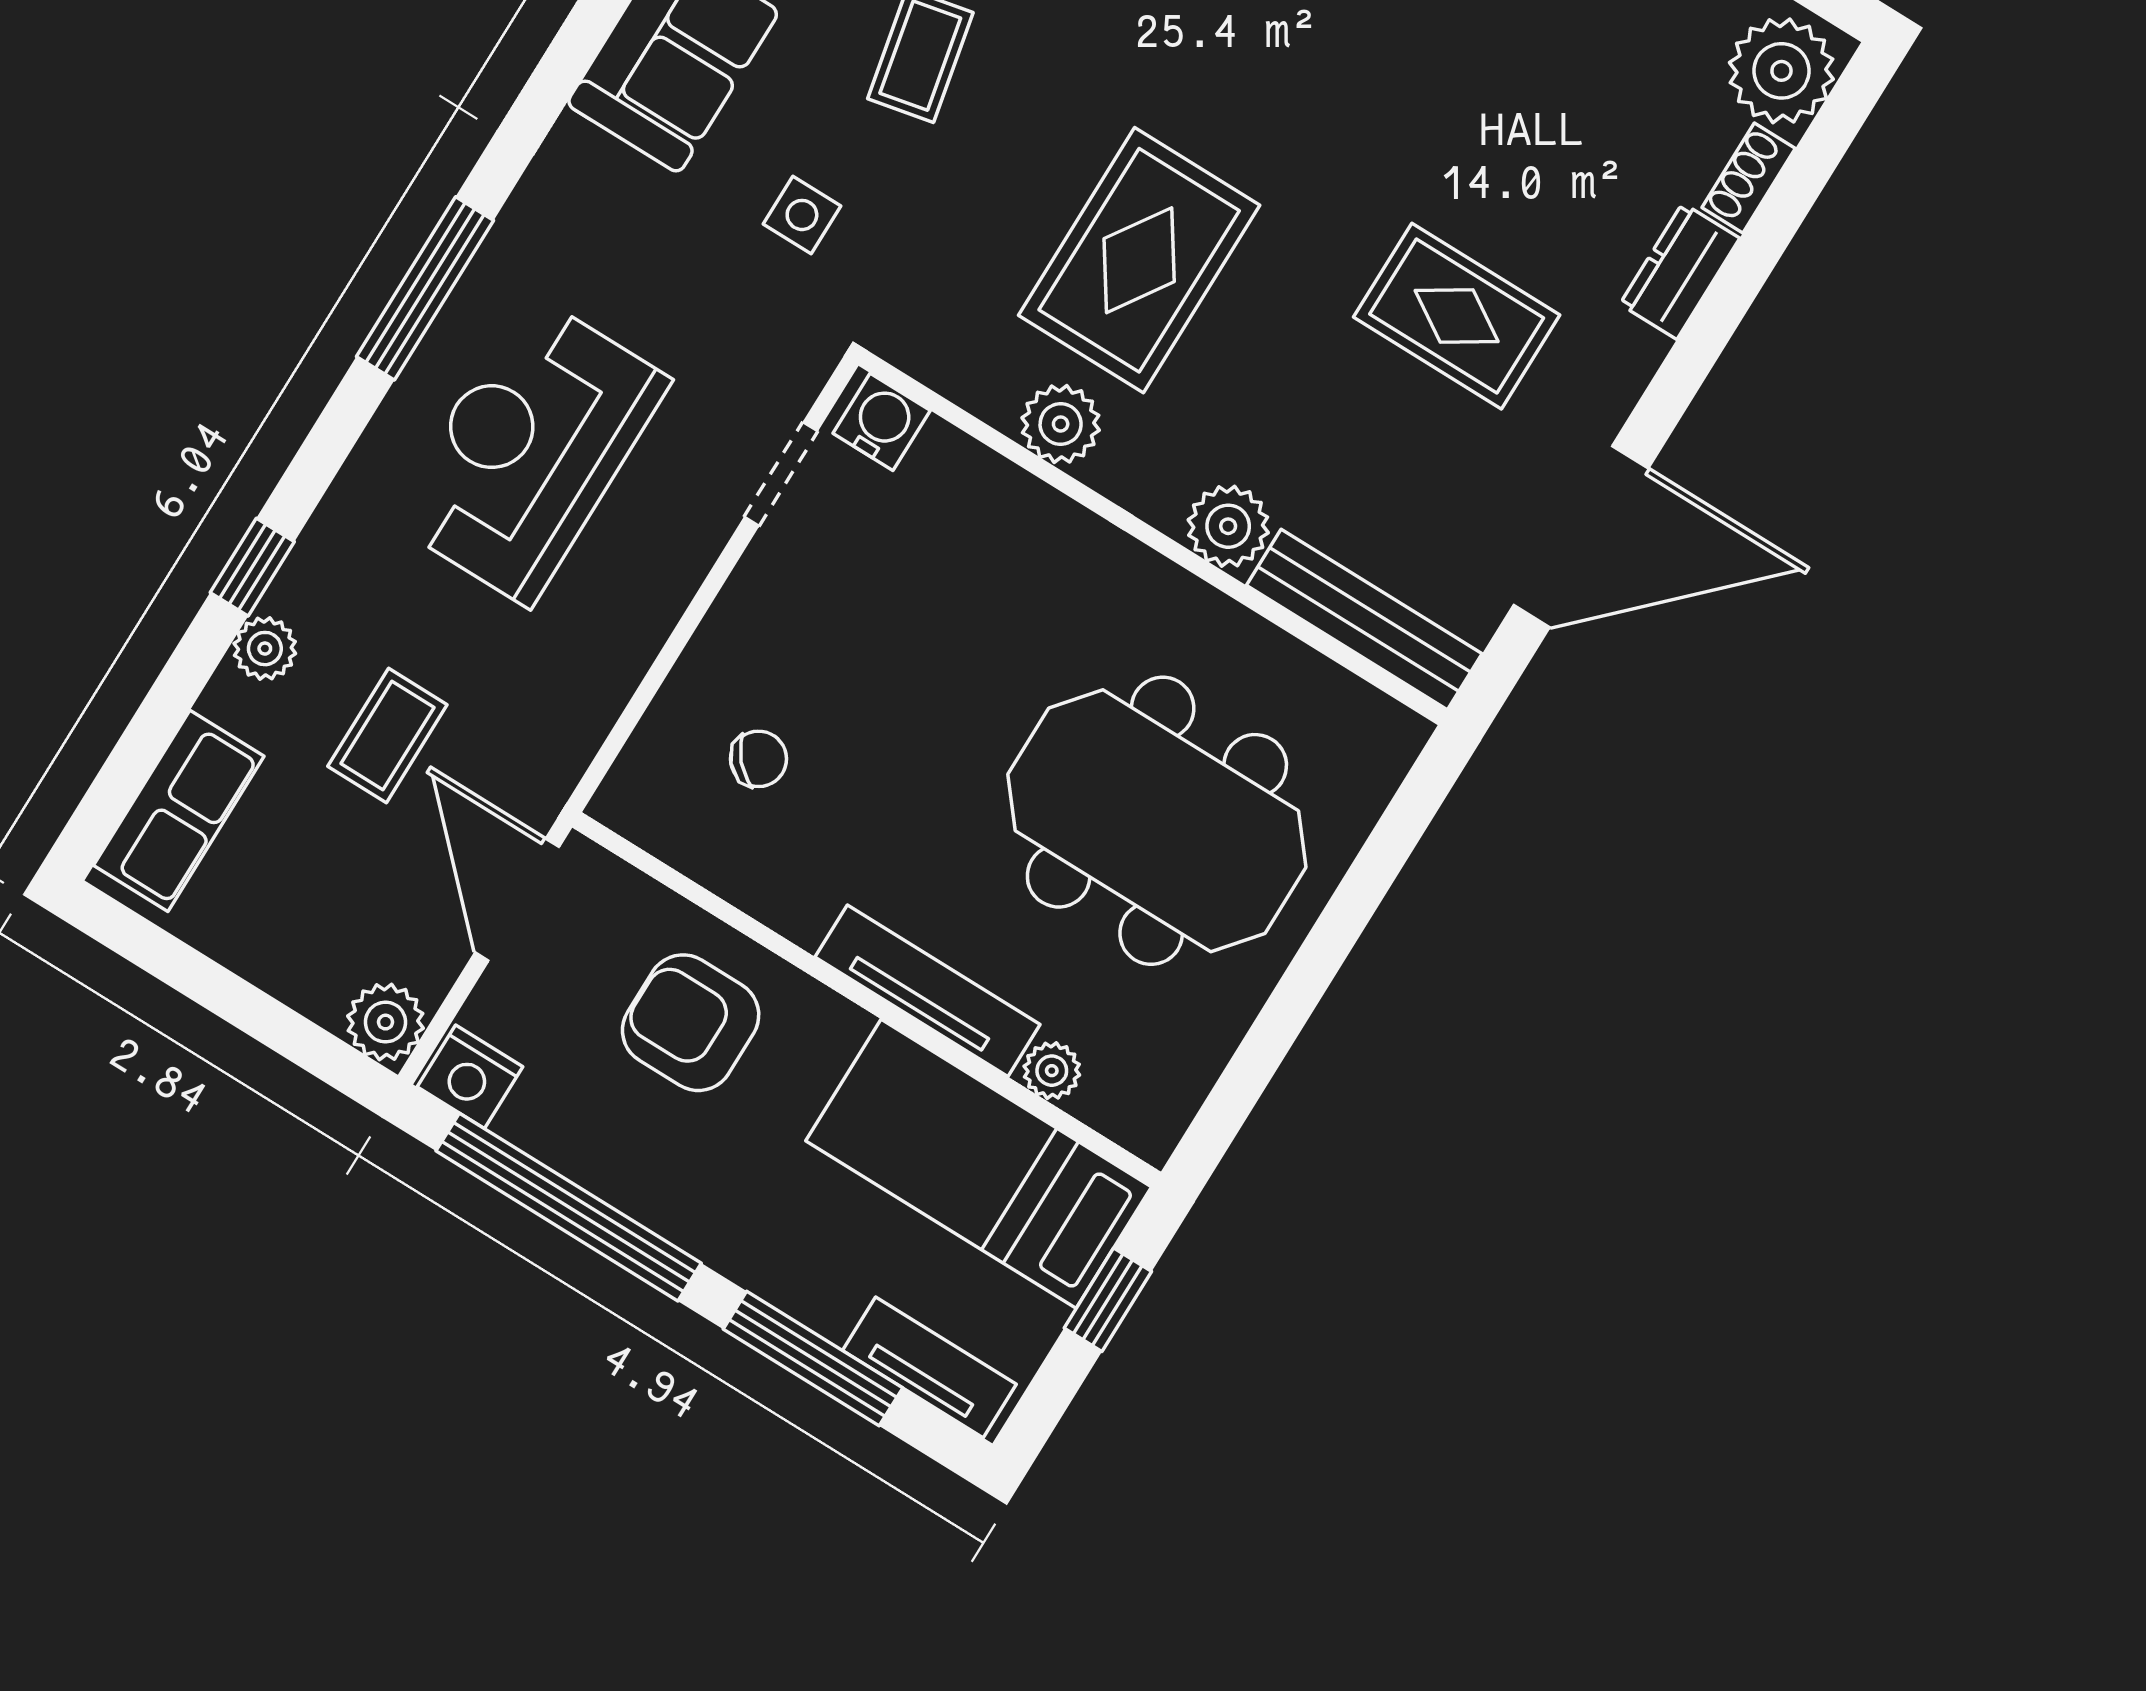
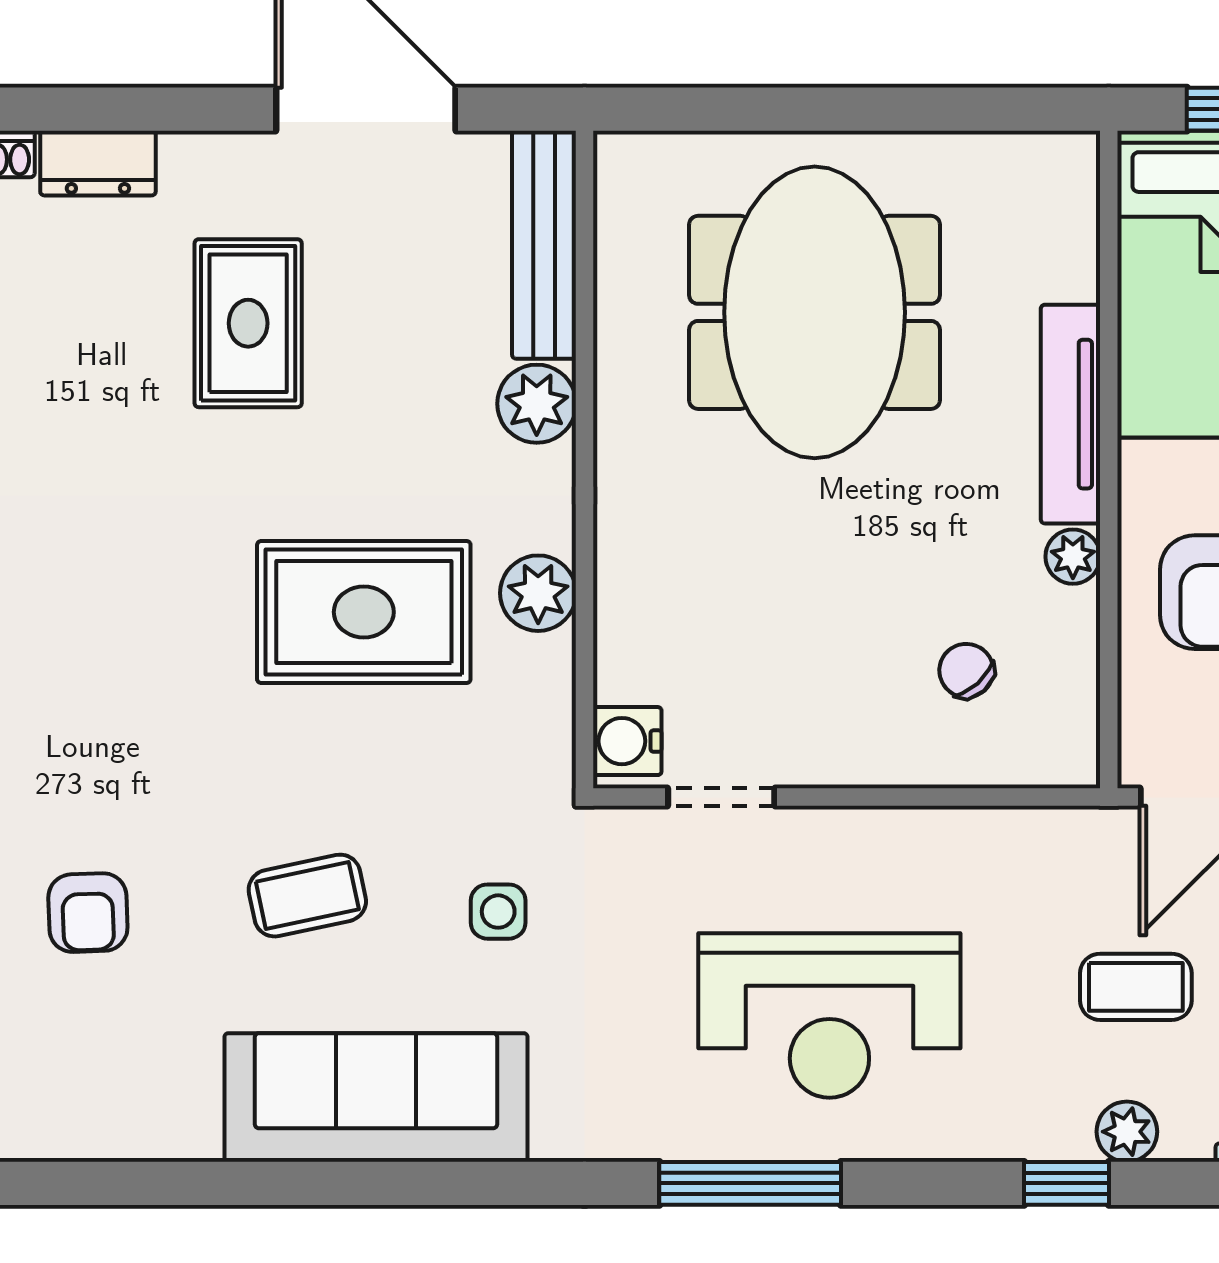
plant: (1052, 1071) -> (1073, 557), moved

